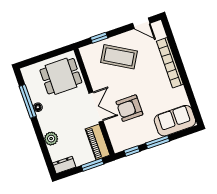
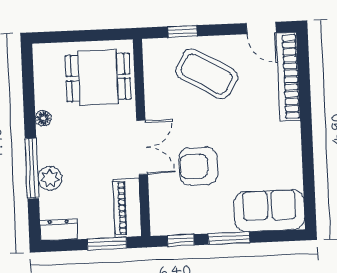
bookcase: (170, 63) -> (288, 77), moved
window: (28, 101) -> (32, 168), moved

